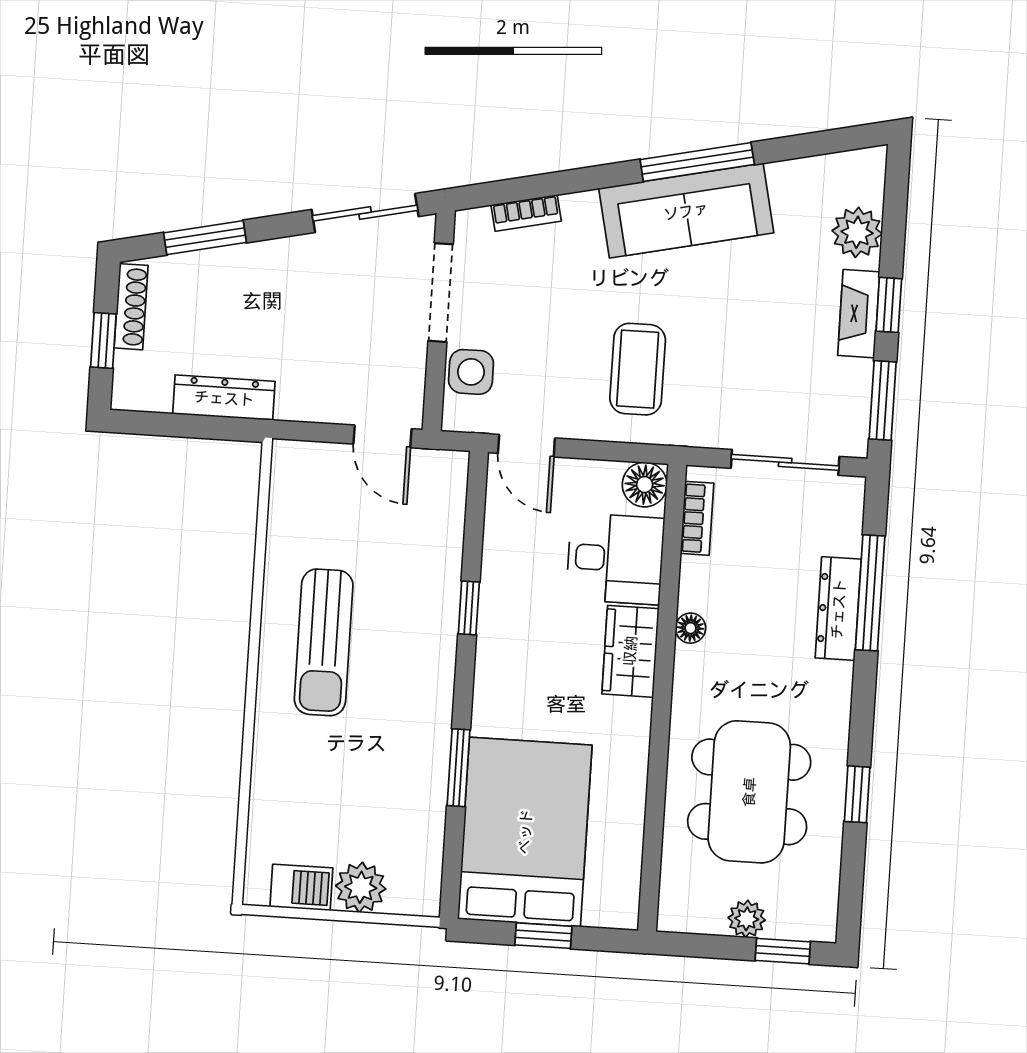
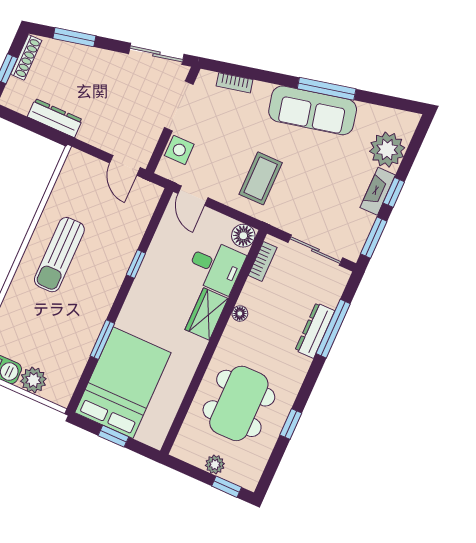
plant: (857, 232) -> (387, 150), width x1.36, depth x1.36

